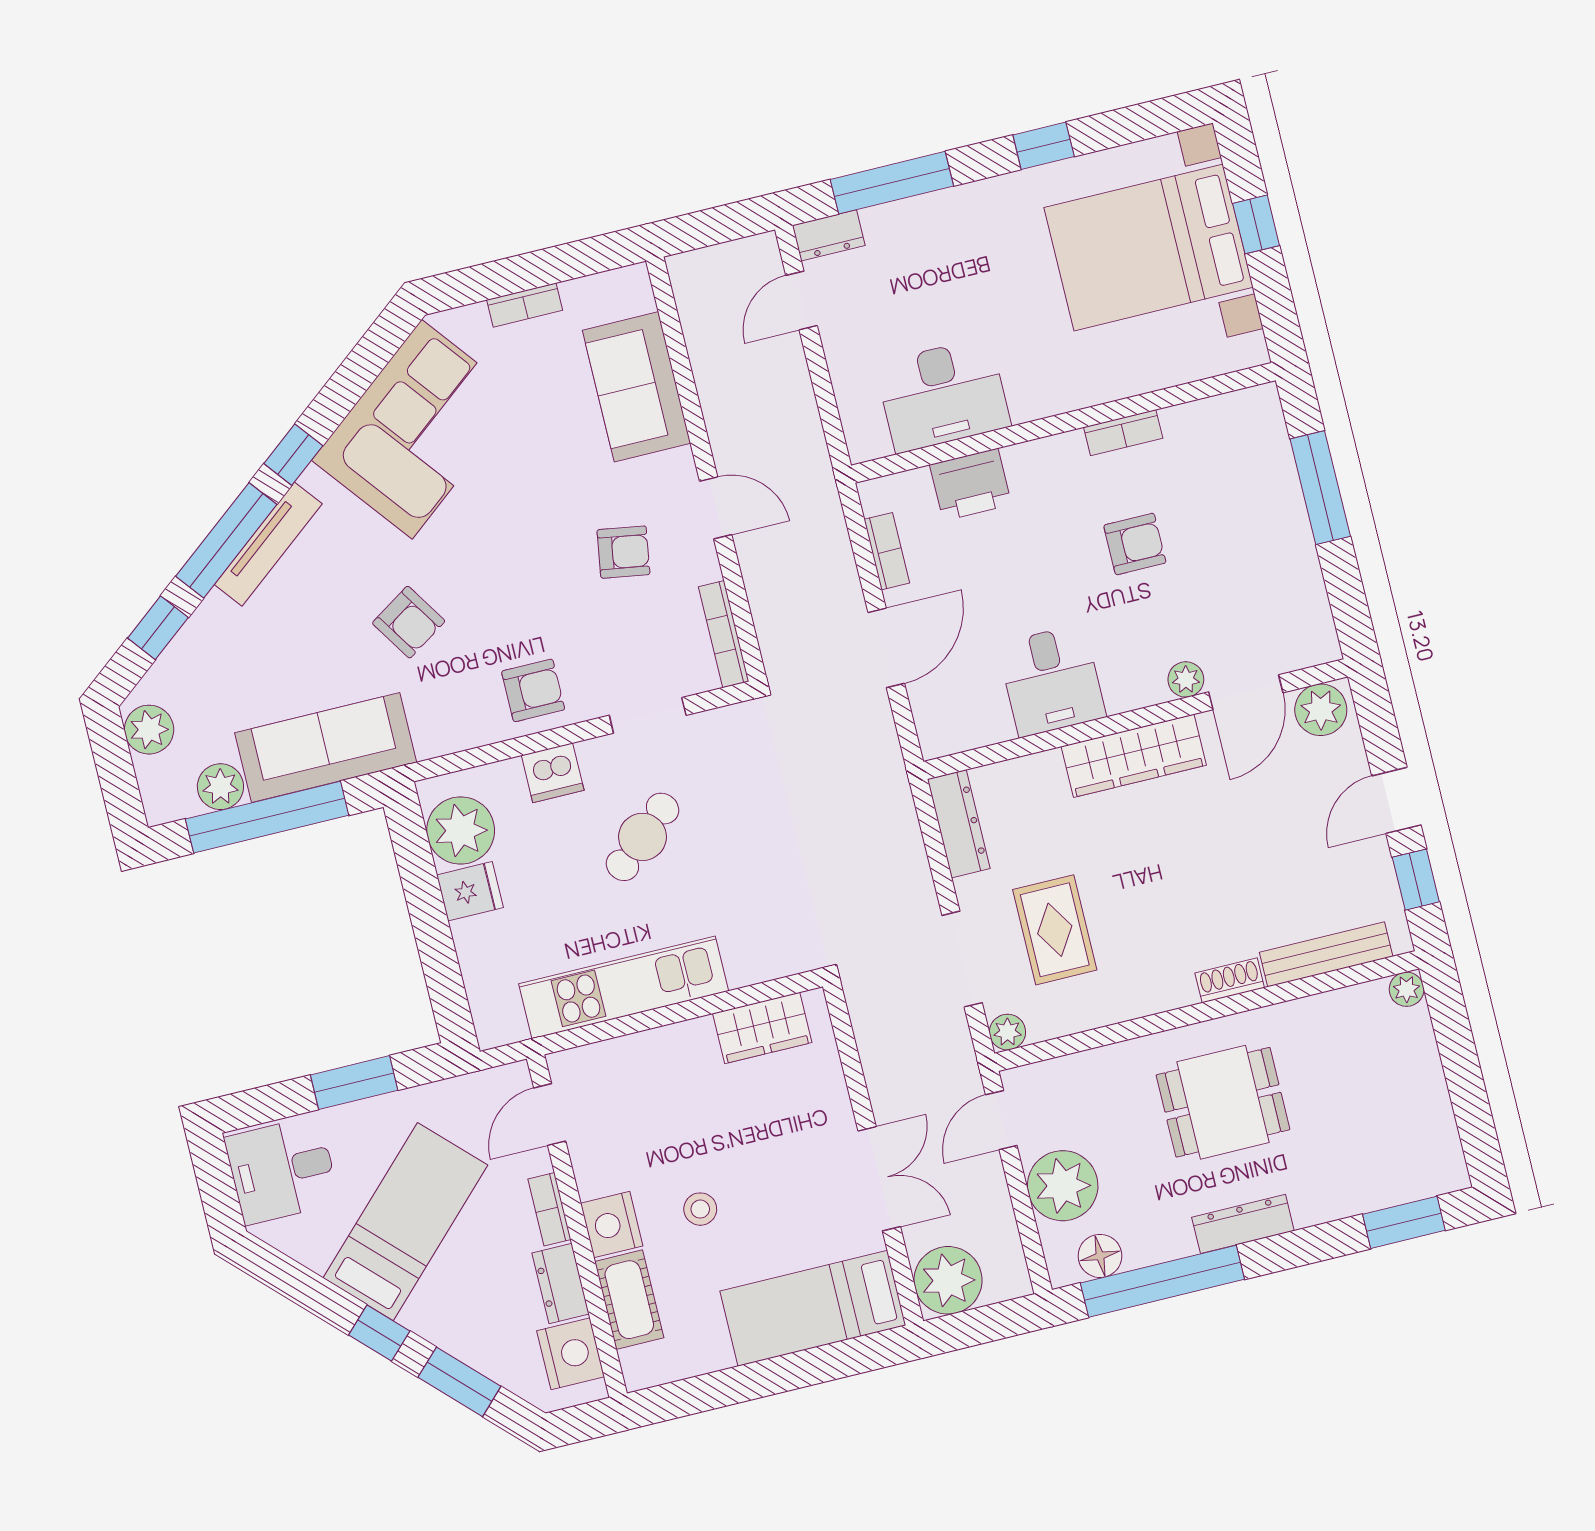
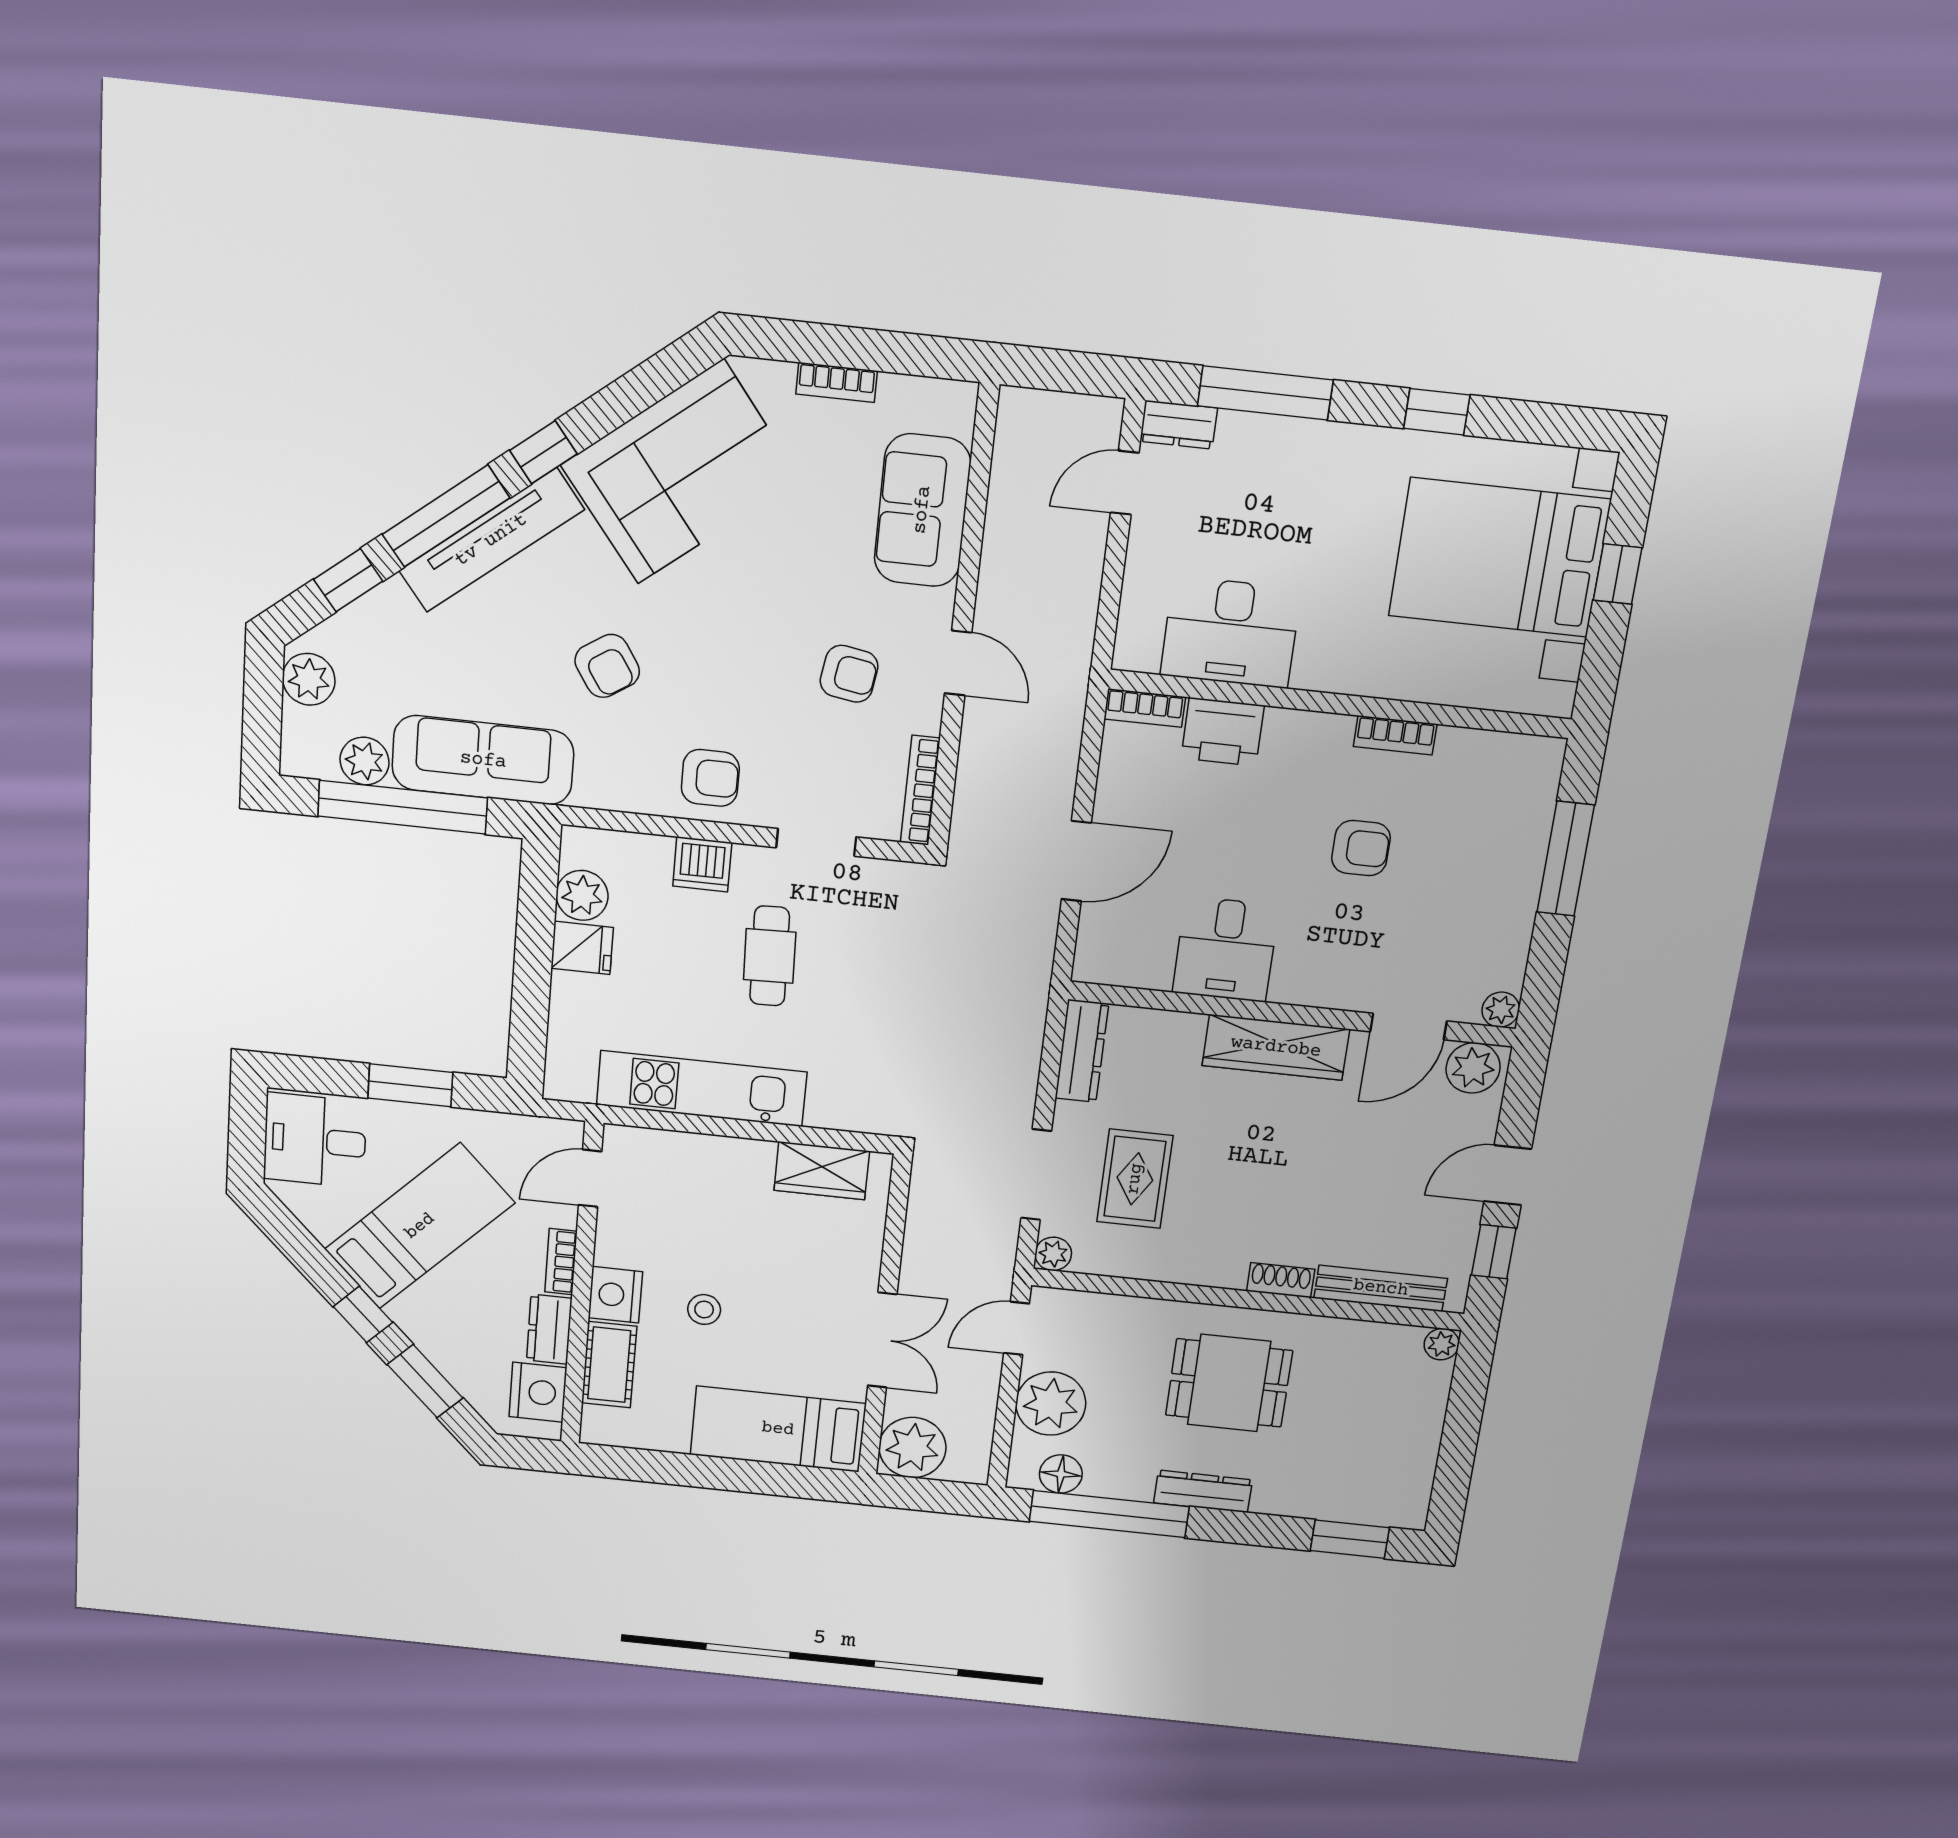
tv unit: (268, 544) -> (491, 540), width x1.36, depth x1.29
bookcase: (887, 551) -> (1145, 708), moved, turned 90
plant: (1186, 679) -> (1501, 1010), moved
plant: (461, 830) -> (582, 895), width x0.73, depth x0.73
cafe table: (642, 837) -> (770, 956), turned -51

